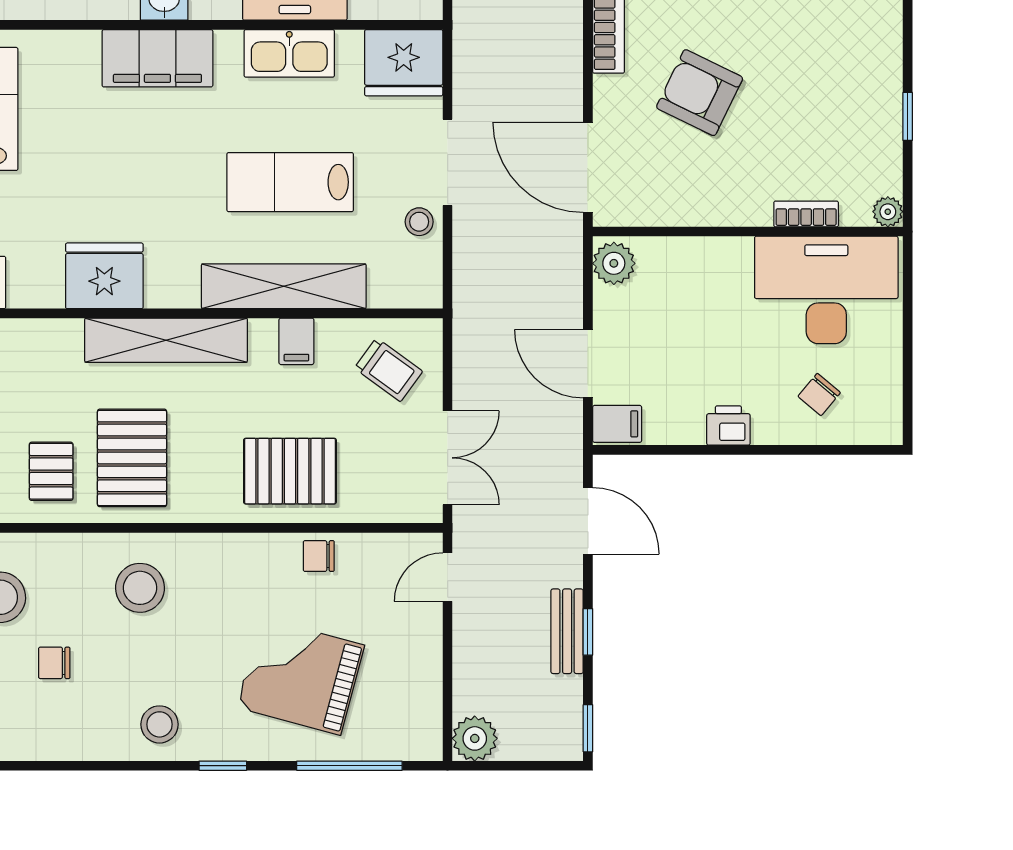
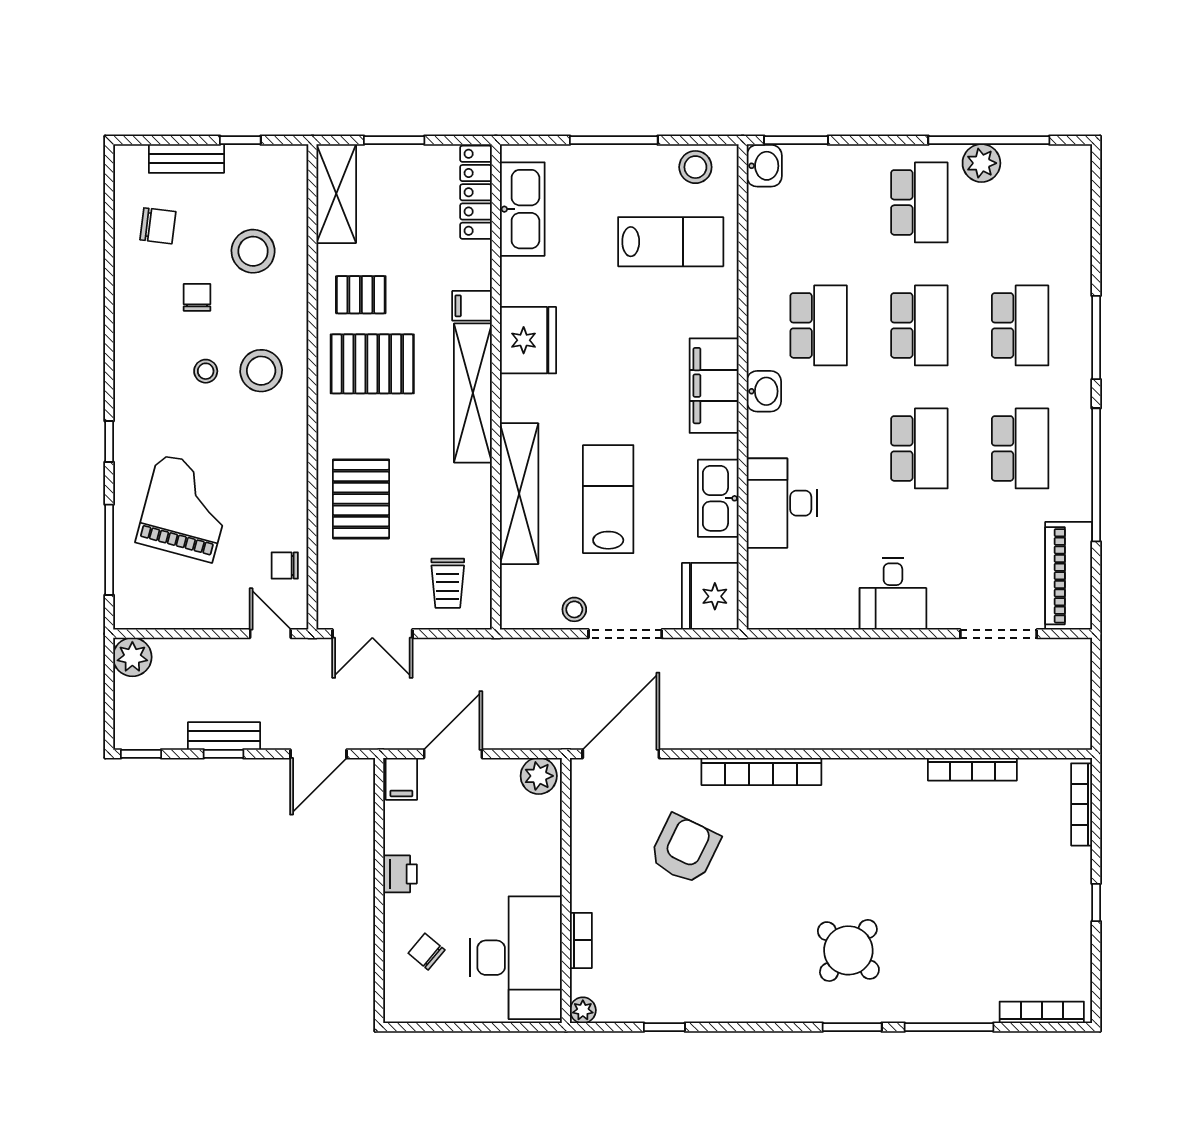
filing cabinet: (296, 341) -> (472, 306), moved
trolley: (388, 370) -> (448, 583), turned -36
chair: (319, 556) -> (285, 565), moved, turned -90
stool: (159, 724) -> (206, 371), moved, width x0.73, depth x0.73

